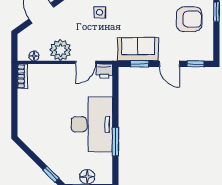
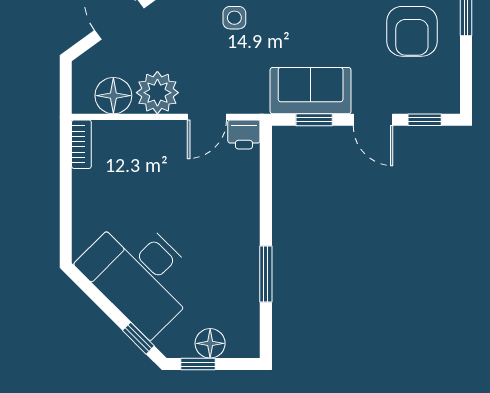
armchair: (189, 19) -> (412, 31), turned 90
floor lamp: (34, 56) -> (113, 96), width x1.89, depth x1.89
desk: (92, 124) -> (140, 274), moved, turned 135

